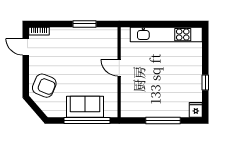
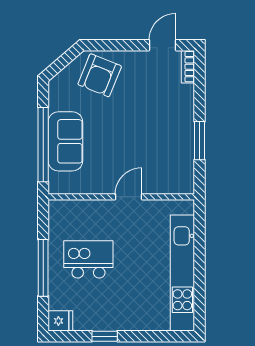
kitchen island: (158, 92) -> (88, 259), added

